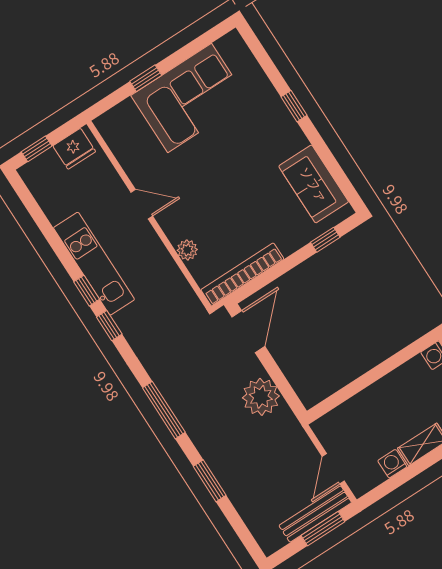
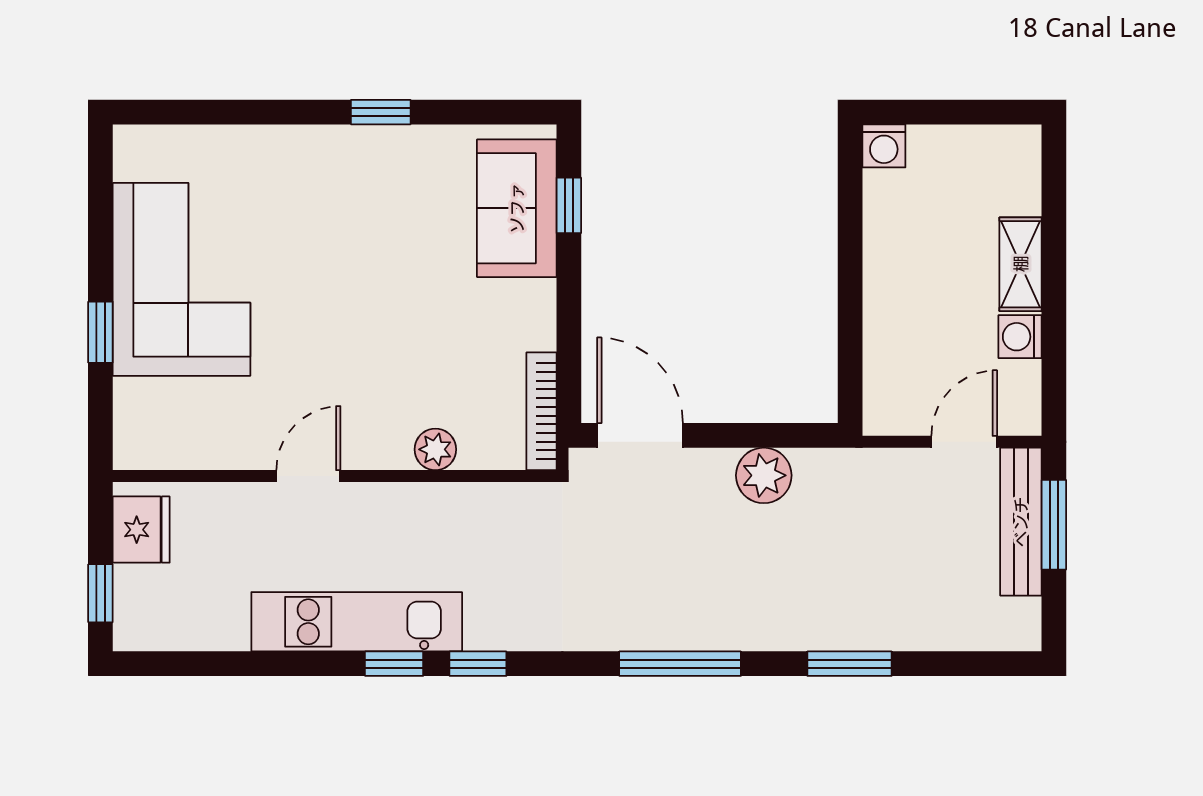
window: (294, 106) -> (381, 112), moved
sofa: (314, 184) -> (517, 208), moved, turned 90
bookcase: (242, 274) -> (541, 411), width x0.68, depth x0.76
plant: (261, 397) -> (764, 475), width x0.73, depth x0.73
door: (333, 469) -> (964, 442), swing flipped

